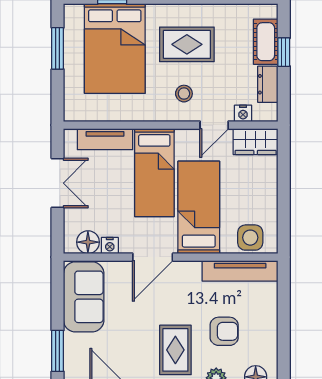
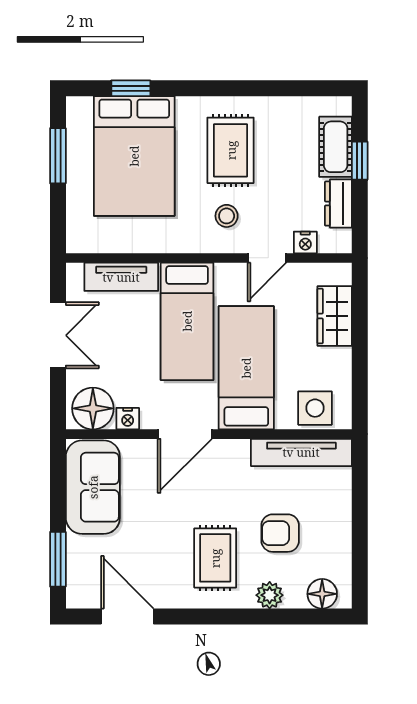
rug: (187, 44) -> (231, 150), turned 90
wardrobe: (256, 142) -> (335, 316), moved, turned 90
floor lamp: (88, 242) -> (93, 408), width x1.38, depth x1.38
armchair: (224, 331) -> (280, 533), turned 180

